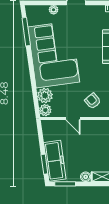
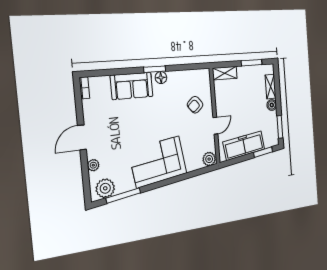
corner sofa: (54, 55) -> (158, 162), width x0.73, depth x0.74
plant: (45, 96) -> (105, 188), moved
freezer: (55, 161) -> (244, 146), moved

